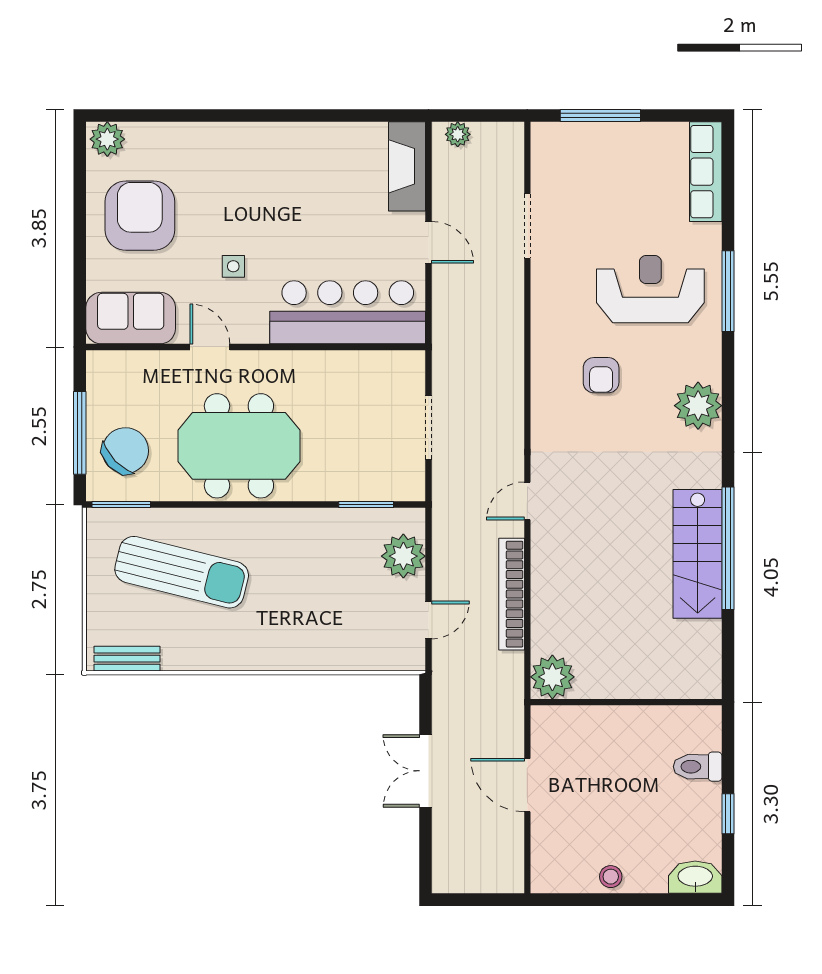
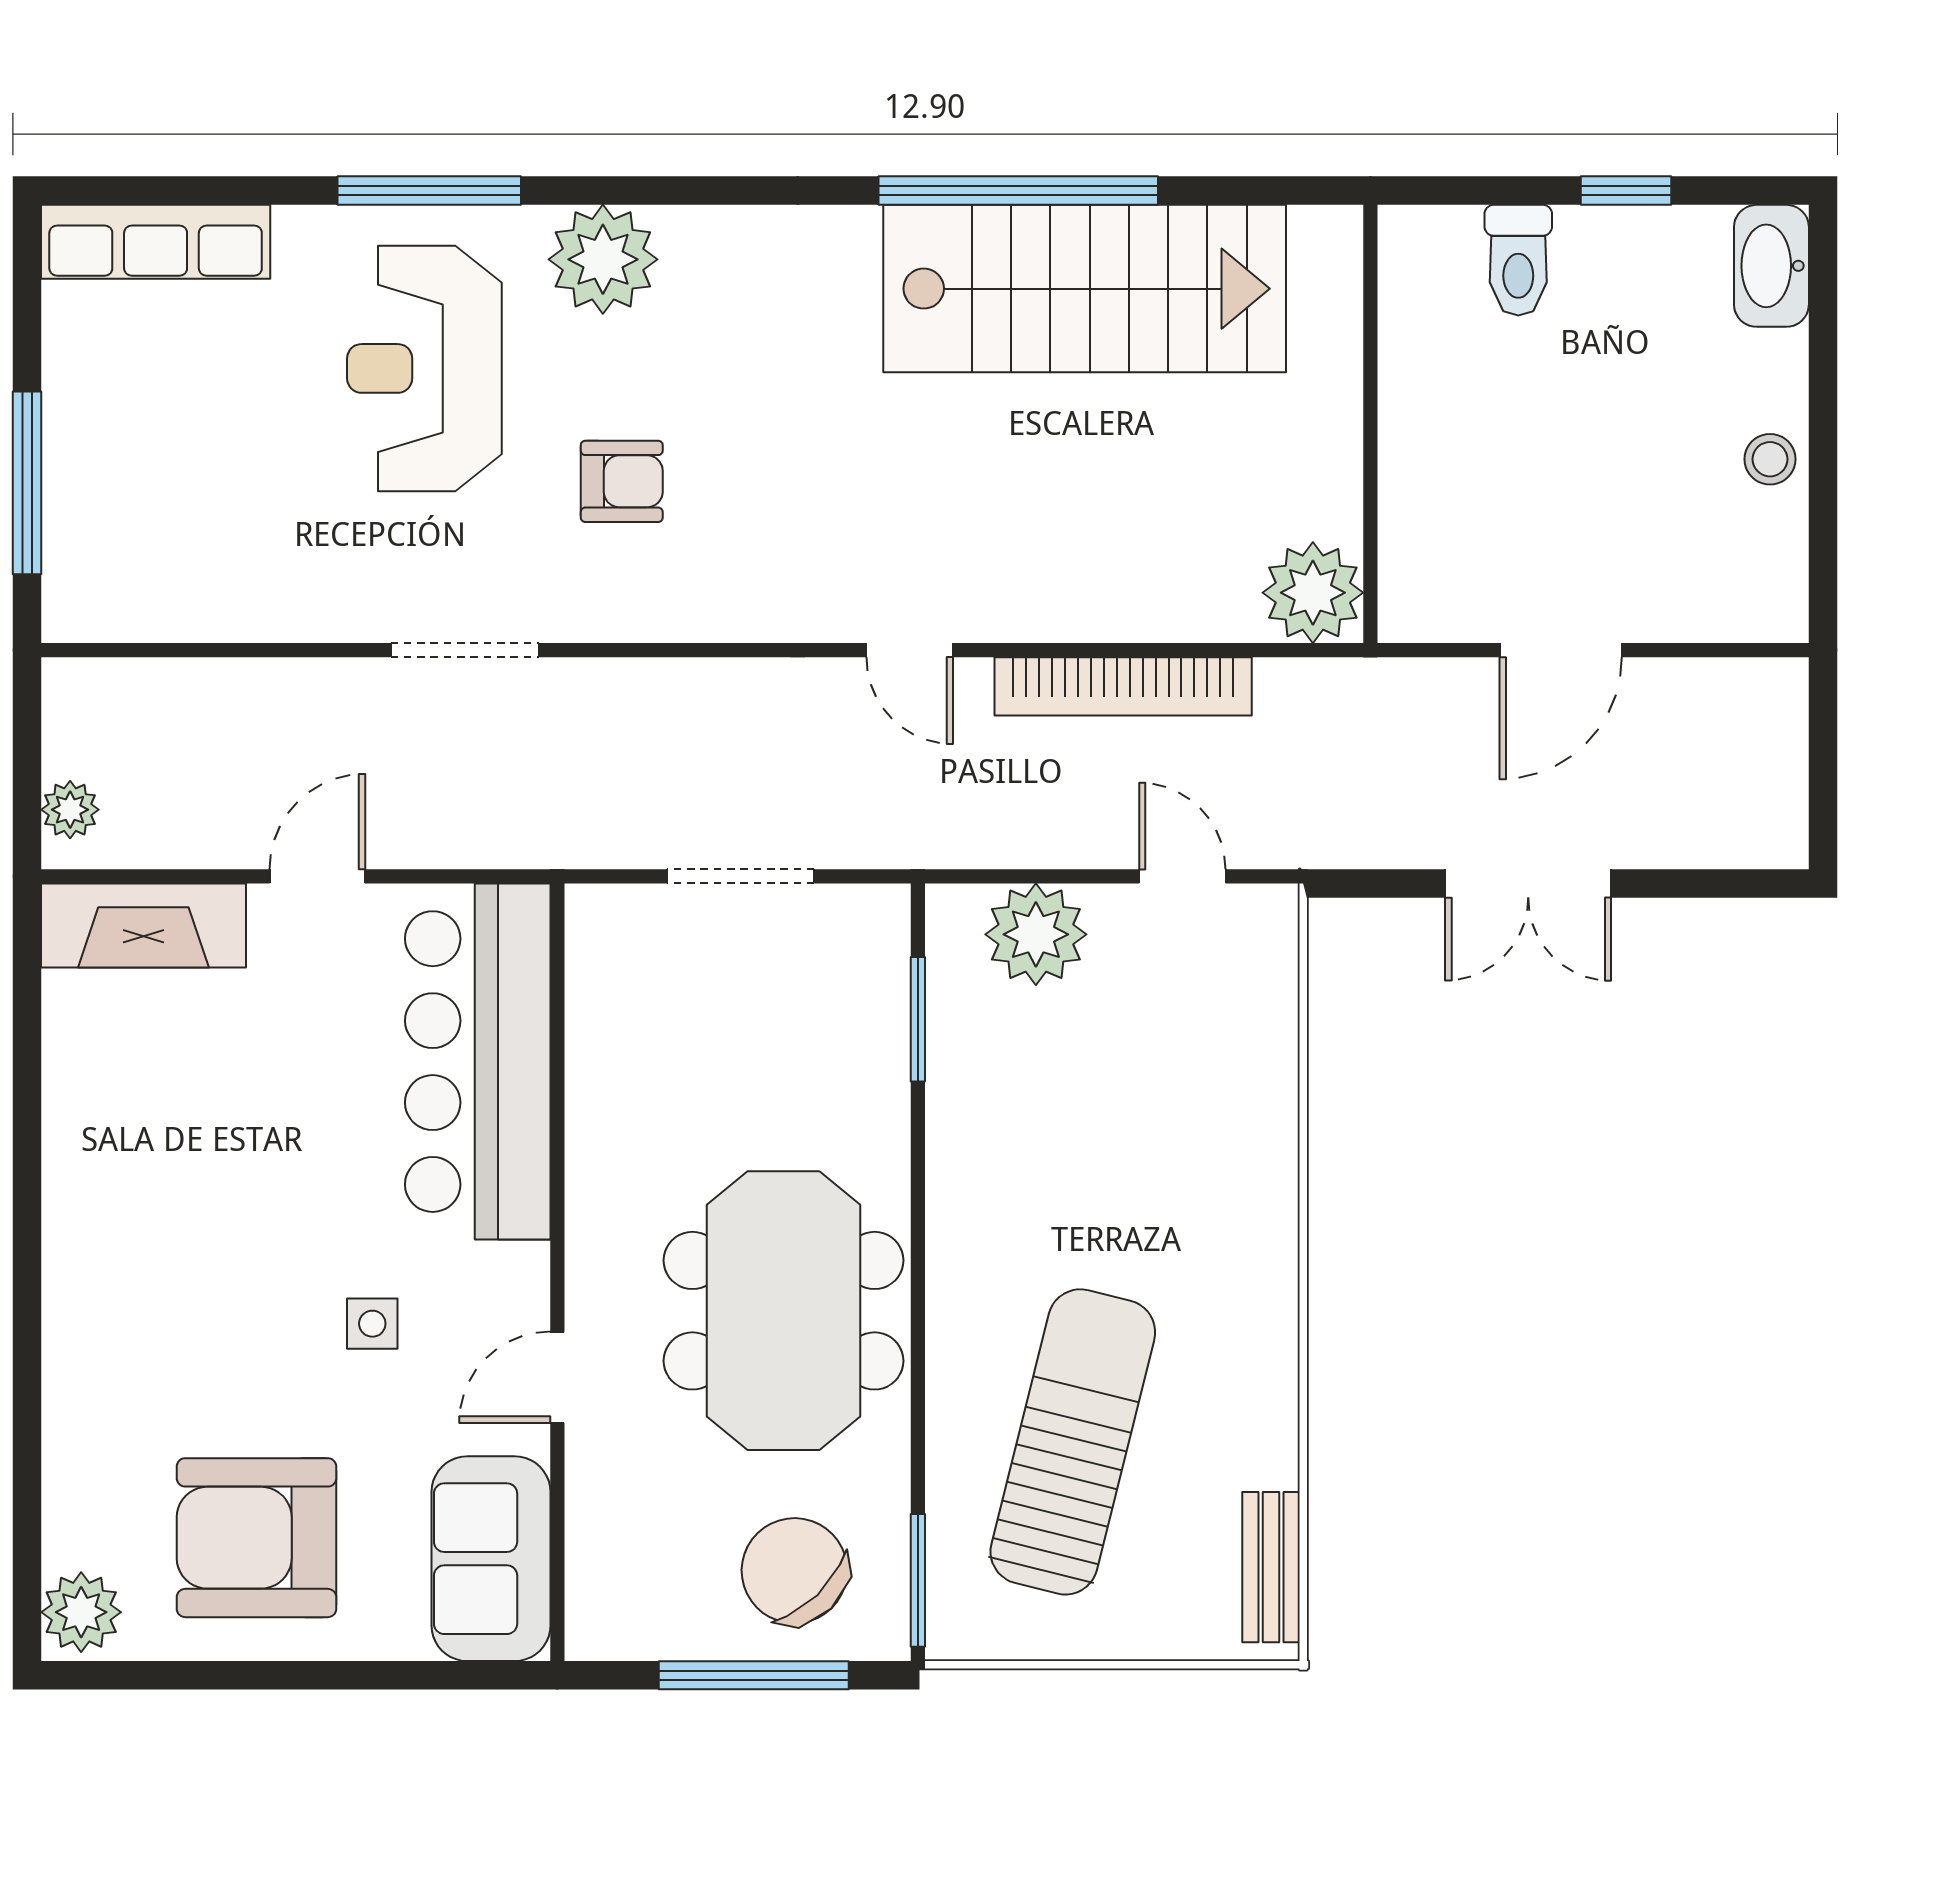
doorway: (527, 226) -> (465, 650), moved
plant: (698, 406) -> (603, 259), moved
stairs: (698, 554) -> (1085, 289), width x1.36, depth x1.51

